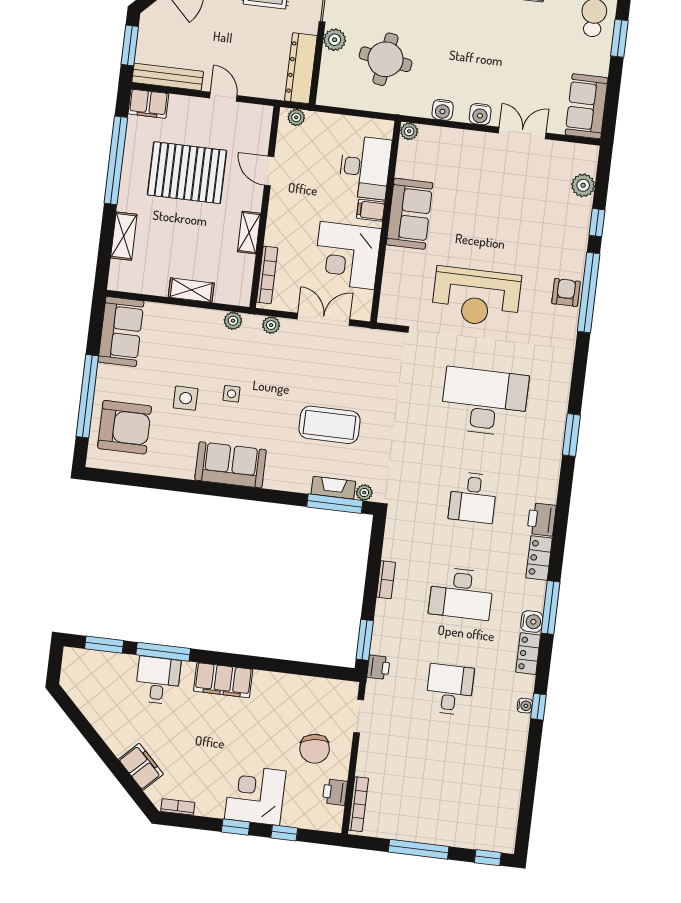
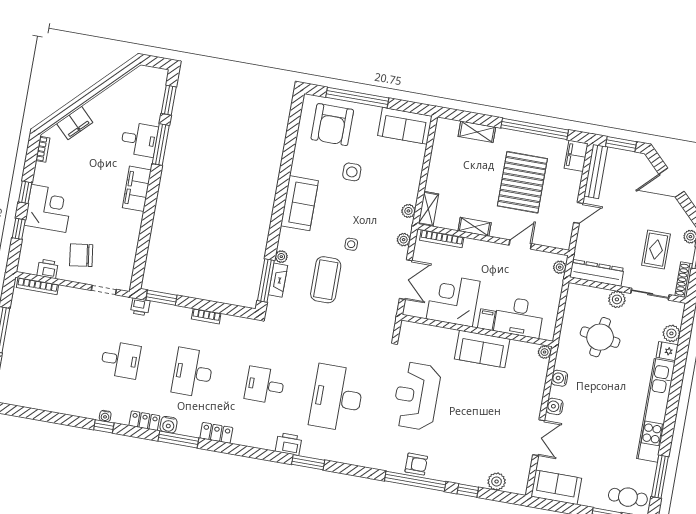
shelving: (191, 290) -> (428, 209), moved
side table: (232, 394) -> (351, 244), moved
desk: (484, 402) -> (337, 398), turned 180
plant: (364, 493) -> (281, 257), moved
printer: (542, 519) -> (289, 444), moved

